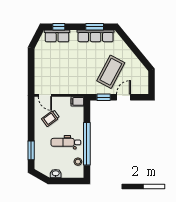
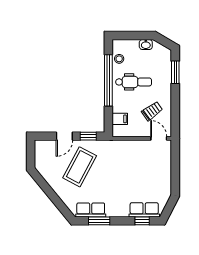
row of seats: (96, 36) -> (91, 210), width x0.68
filing cabinet: (77, 101) -> (120, 119), moved

